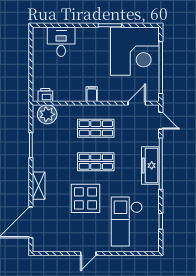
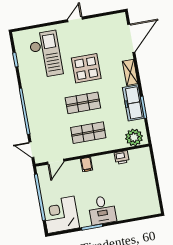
desk: (61, 42) -> (102, 210), moved
corner desk: (135, 51) -> (61, 215), width x0.74, depth x0.74
filing cabinet: (92, 94) -> (87, 164), moved
printer: (45, 95) -> (122, 157), moved
freezer: (150, 165) -> (133, 103), moved, turned 180

